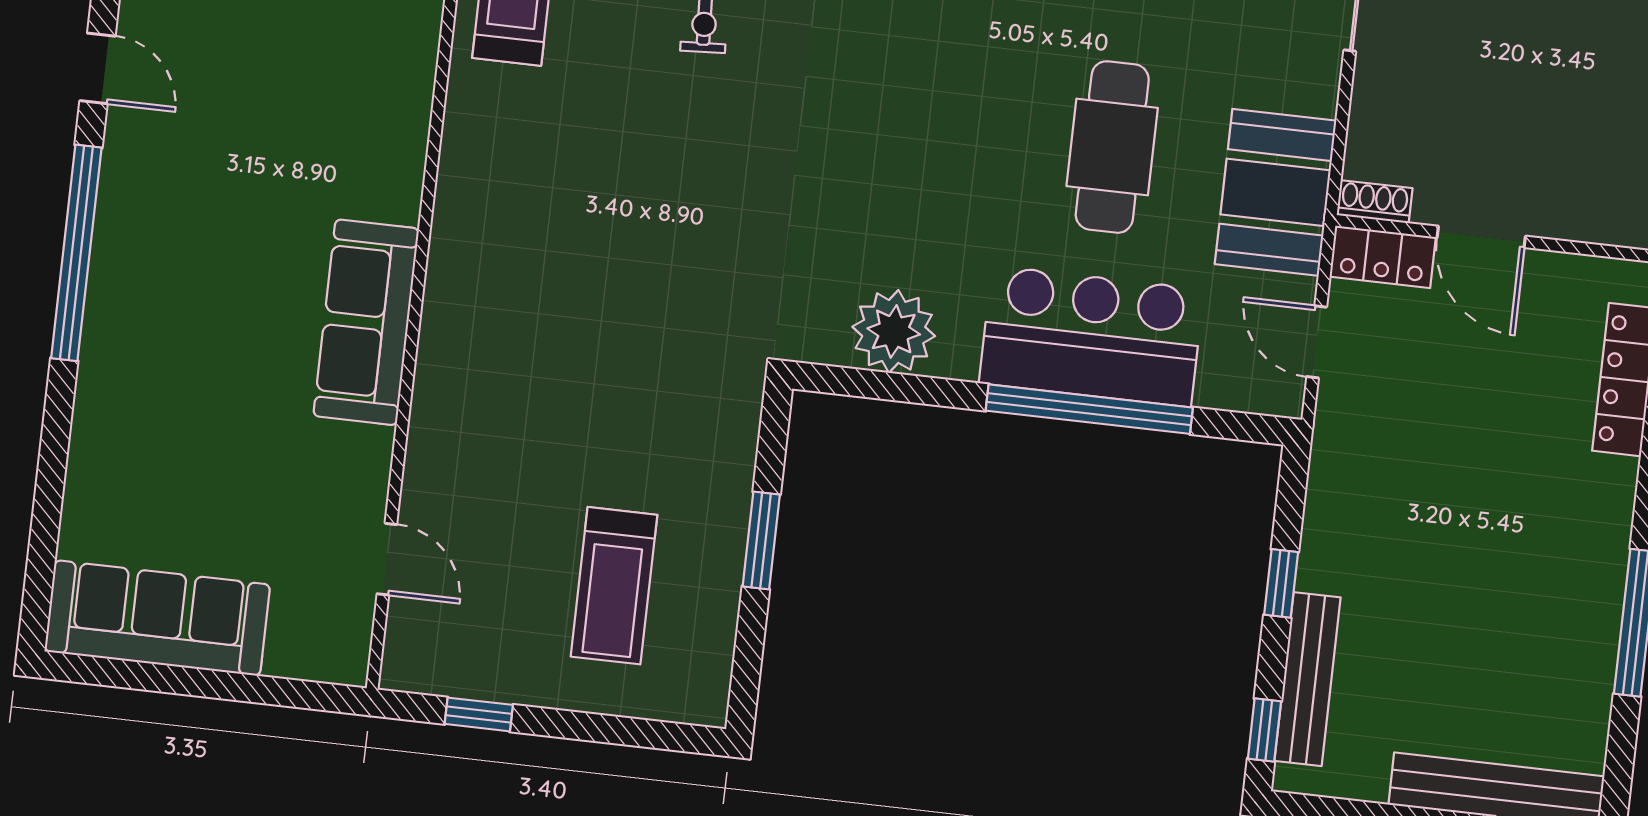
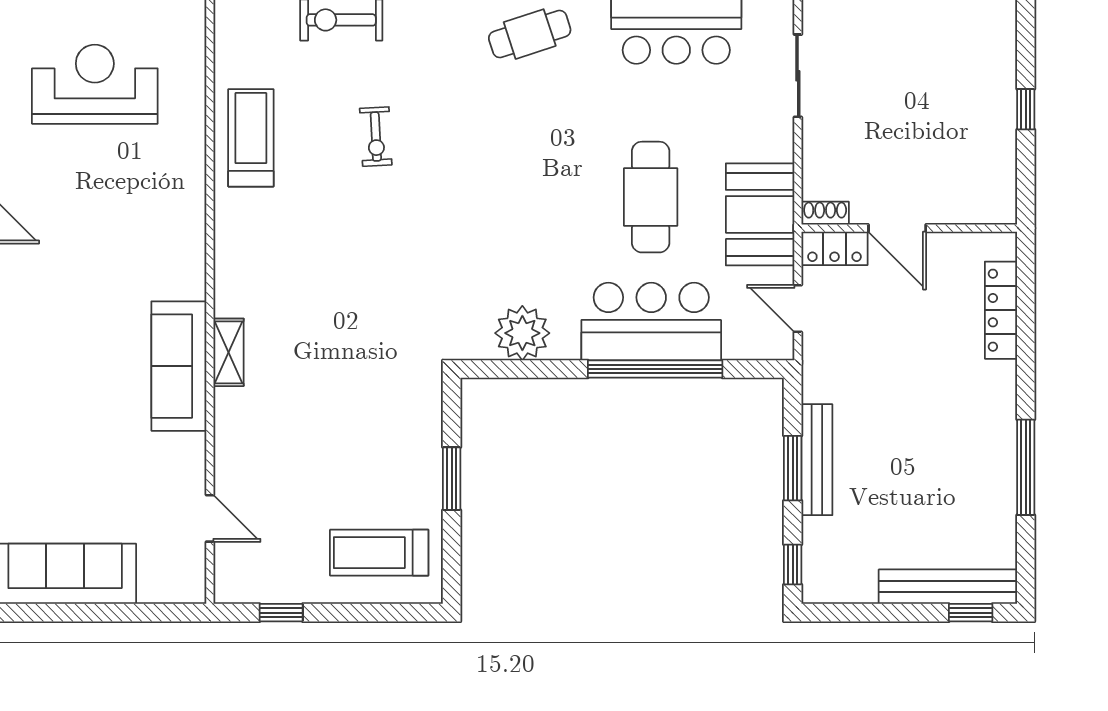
shelving: (444, 310) -> (229, 352), added
window: (1281, 583) -> (793, 468), width x1.50
treadmill: (614, 586) -> (379, 553), moved, turned 90
bench: (1308, 679) -> (817, 460), moved

